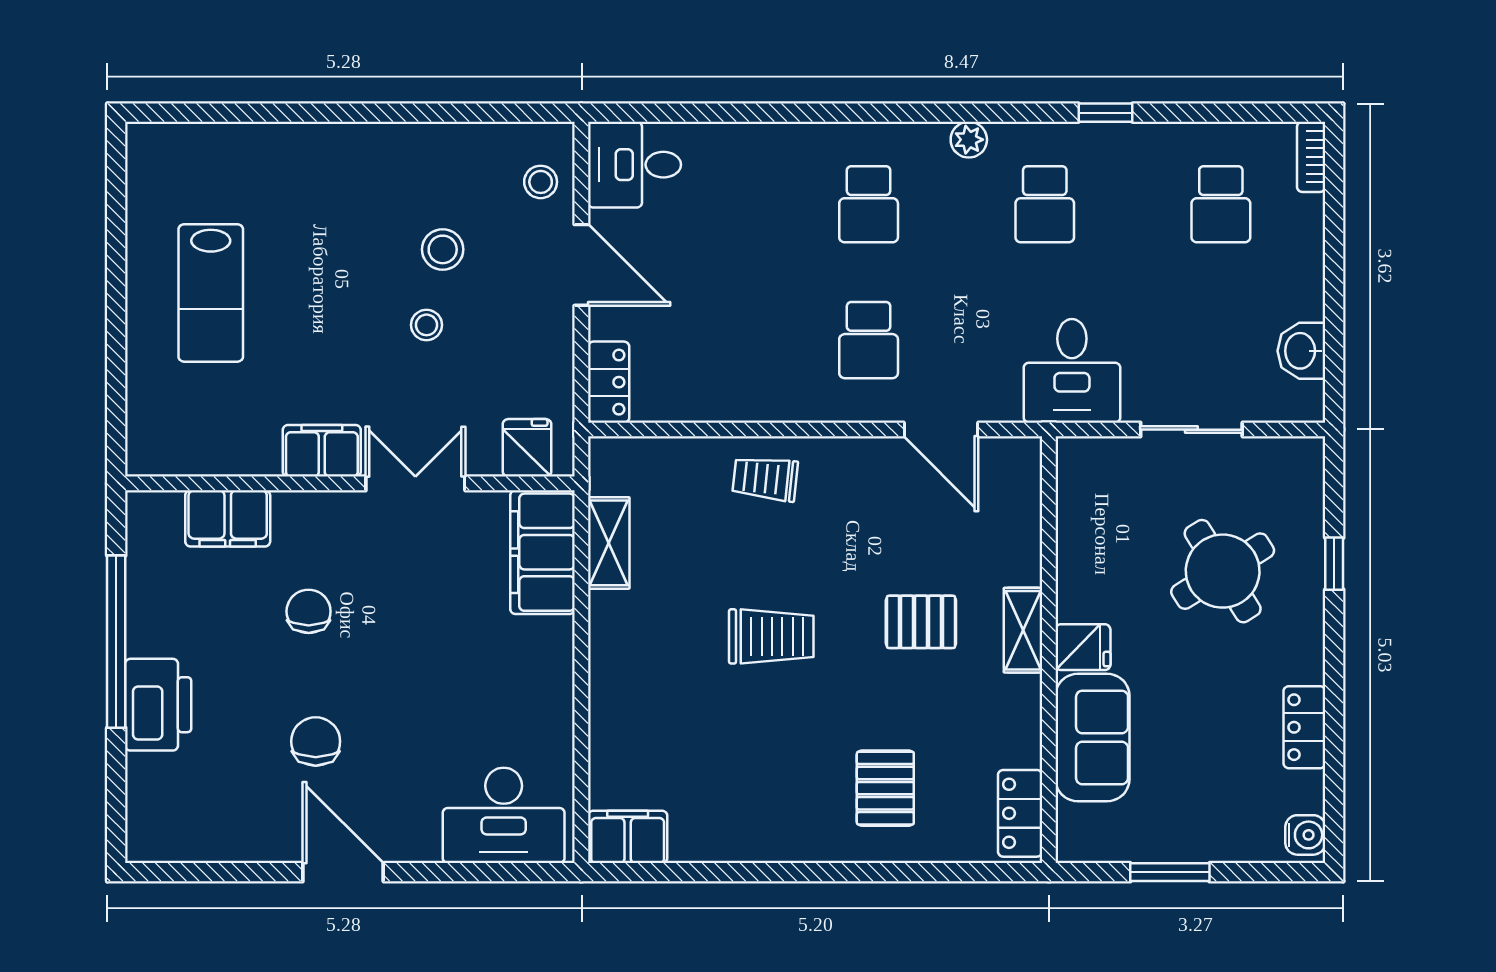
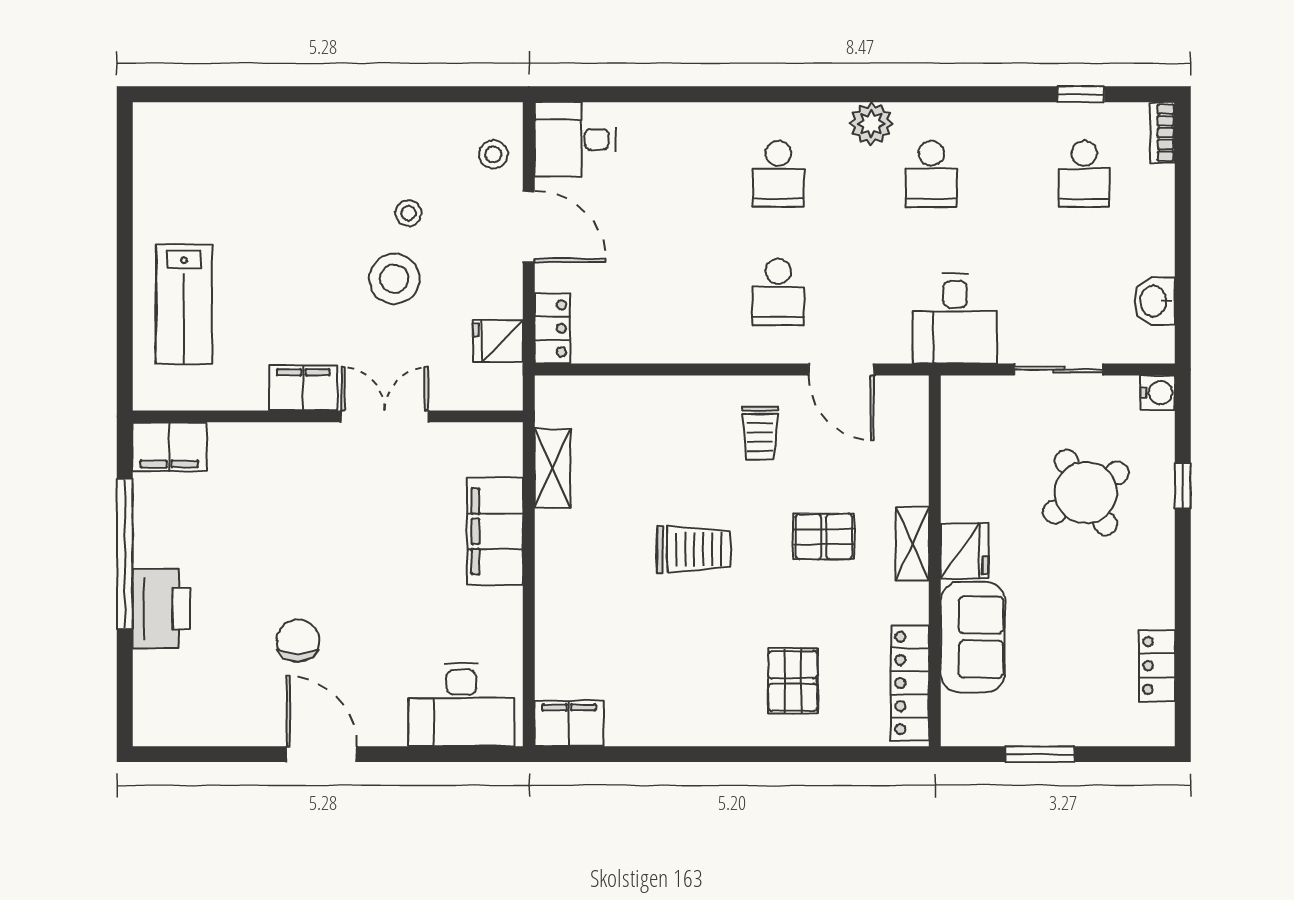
window: (1106, 113) -> (1081, 94), moved
plant: (969, 140) -> (871, 124), width x1.38, depth x1.38
stool: (443, 249) -> (408, 213), width x0.73, depth x0.73
lab bench: (211, 293) -> (184, 304), moved
stool: (426, 325) -> (394, 279), width x1.89, depth x1.89
fridge: (527, 448) -> (498, 341), moved, turned -90
trolley: (765, 479) -> (760, 433), moved, turned -96
filing cabinet: (228, 518) -> (169, 447), moved
filing cabinet: (542, 552) -> (495, 531), moved
chair: (309, 611) -> (292, 528), removed
fridge: (1083, 647) -> (964, 551), width x1.38
locker: (1304, 727) -> (1157, 666), moved
locker: (1020, 813) -> (910, 683), width x1.53
water cooler: (1305, 835) -> (1158, 393), moved

